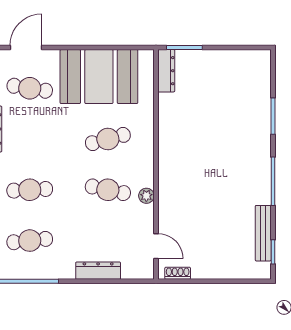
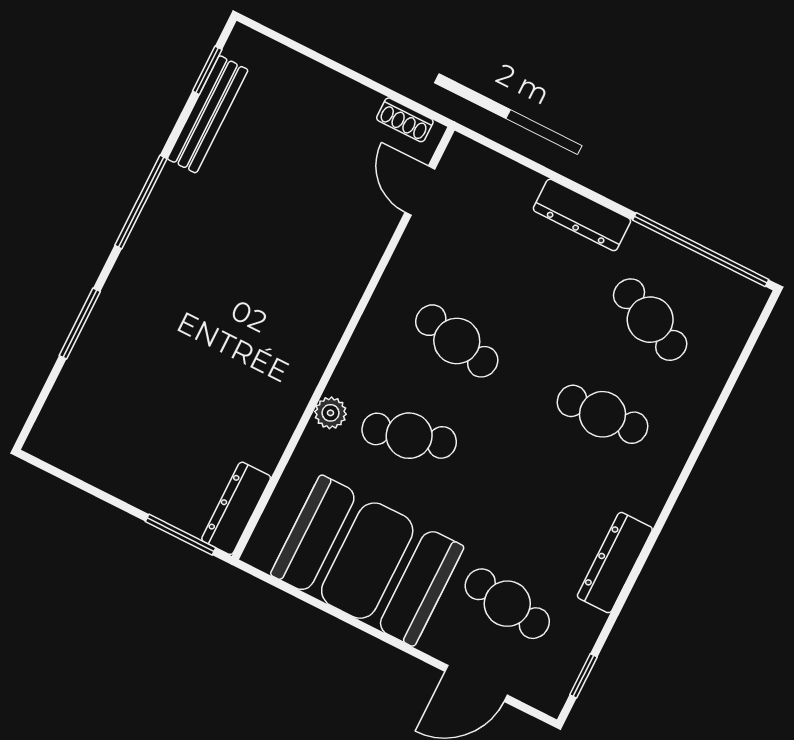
plant: (146, 196) -> (330, 413), moved
cafe table: (30, 241) -> (650, 320), turned 30
dresser: (98, 271) -> (582, 215), moved

